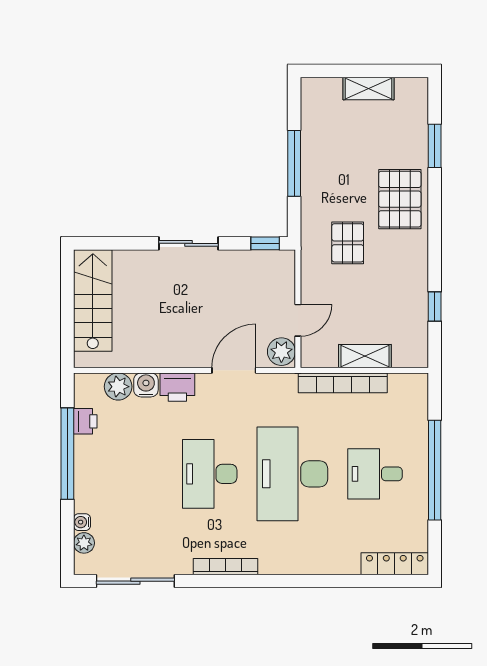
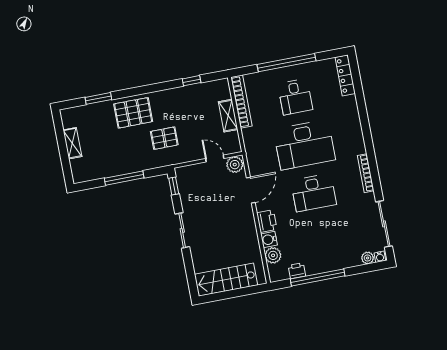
door: (234, 370) -> (251, 190), swing flipped
bookcase: (343, 383) -> (241, 102), moved
water cooler: (82, 522) -> (380, 257), moved

